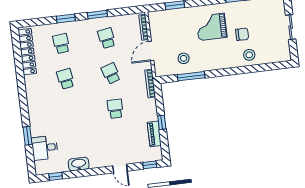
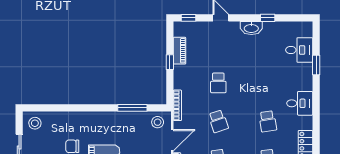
stool: (249, 55) -> (35, 123), moved
stool: (184, 58) -> (158, 122), moved
desk: (38, 99) -> (300, 103), added
washbasin: (79, 164) -> (251, 28), moved
window: (56, 176) -> (268, 18), moved

